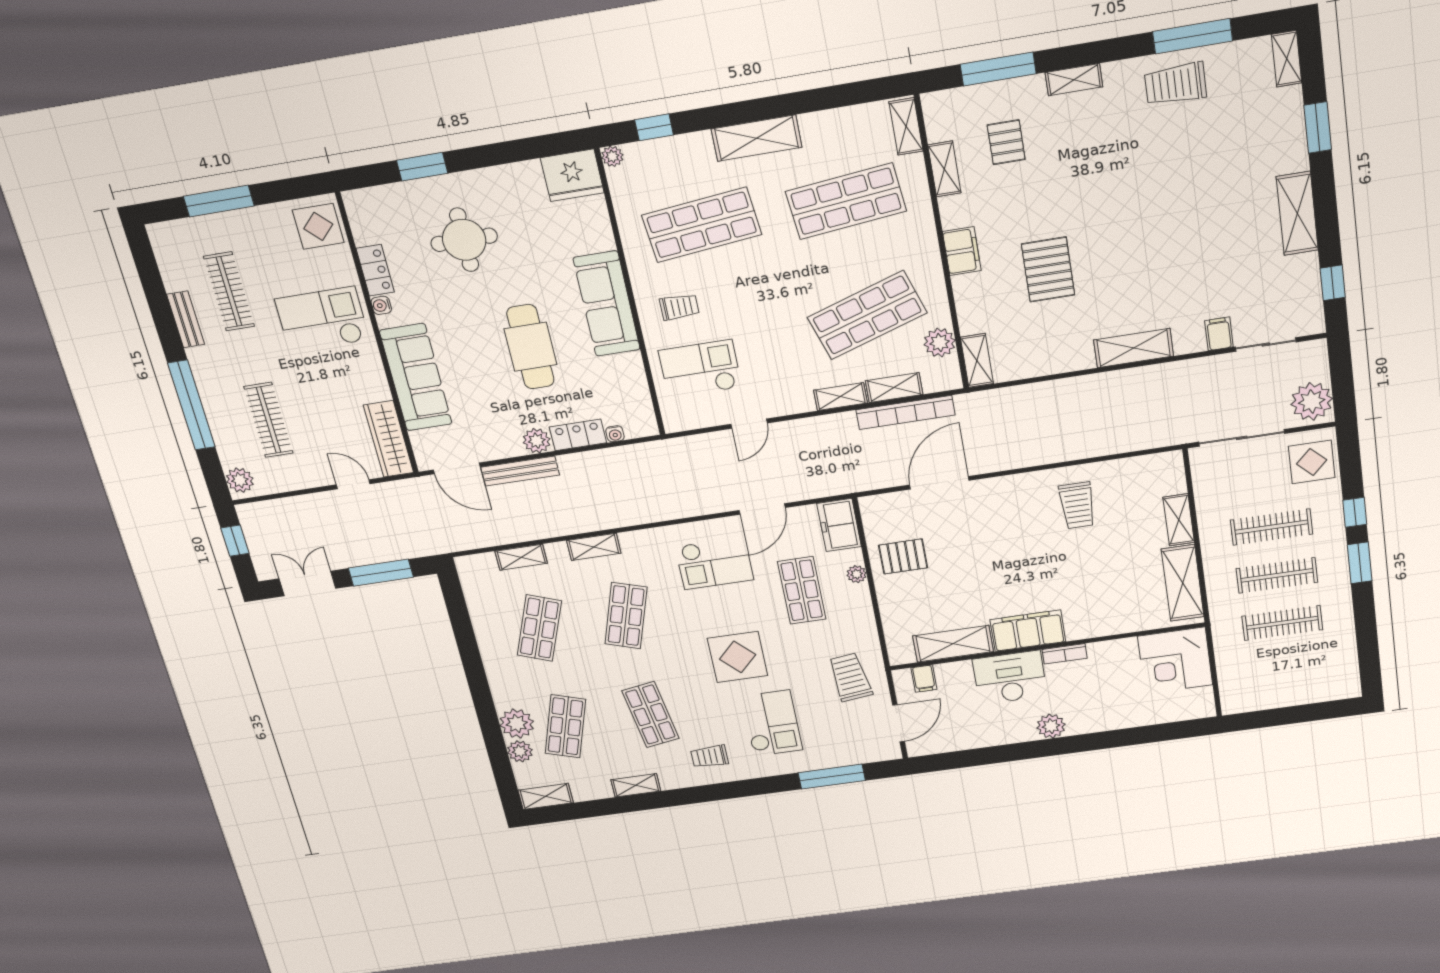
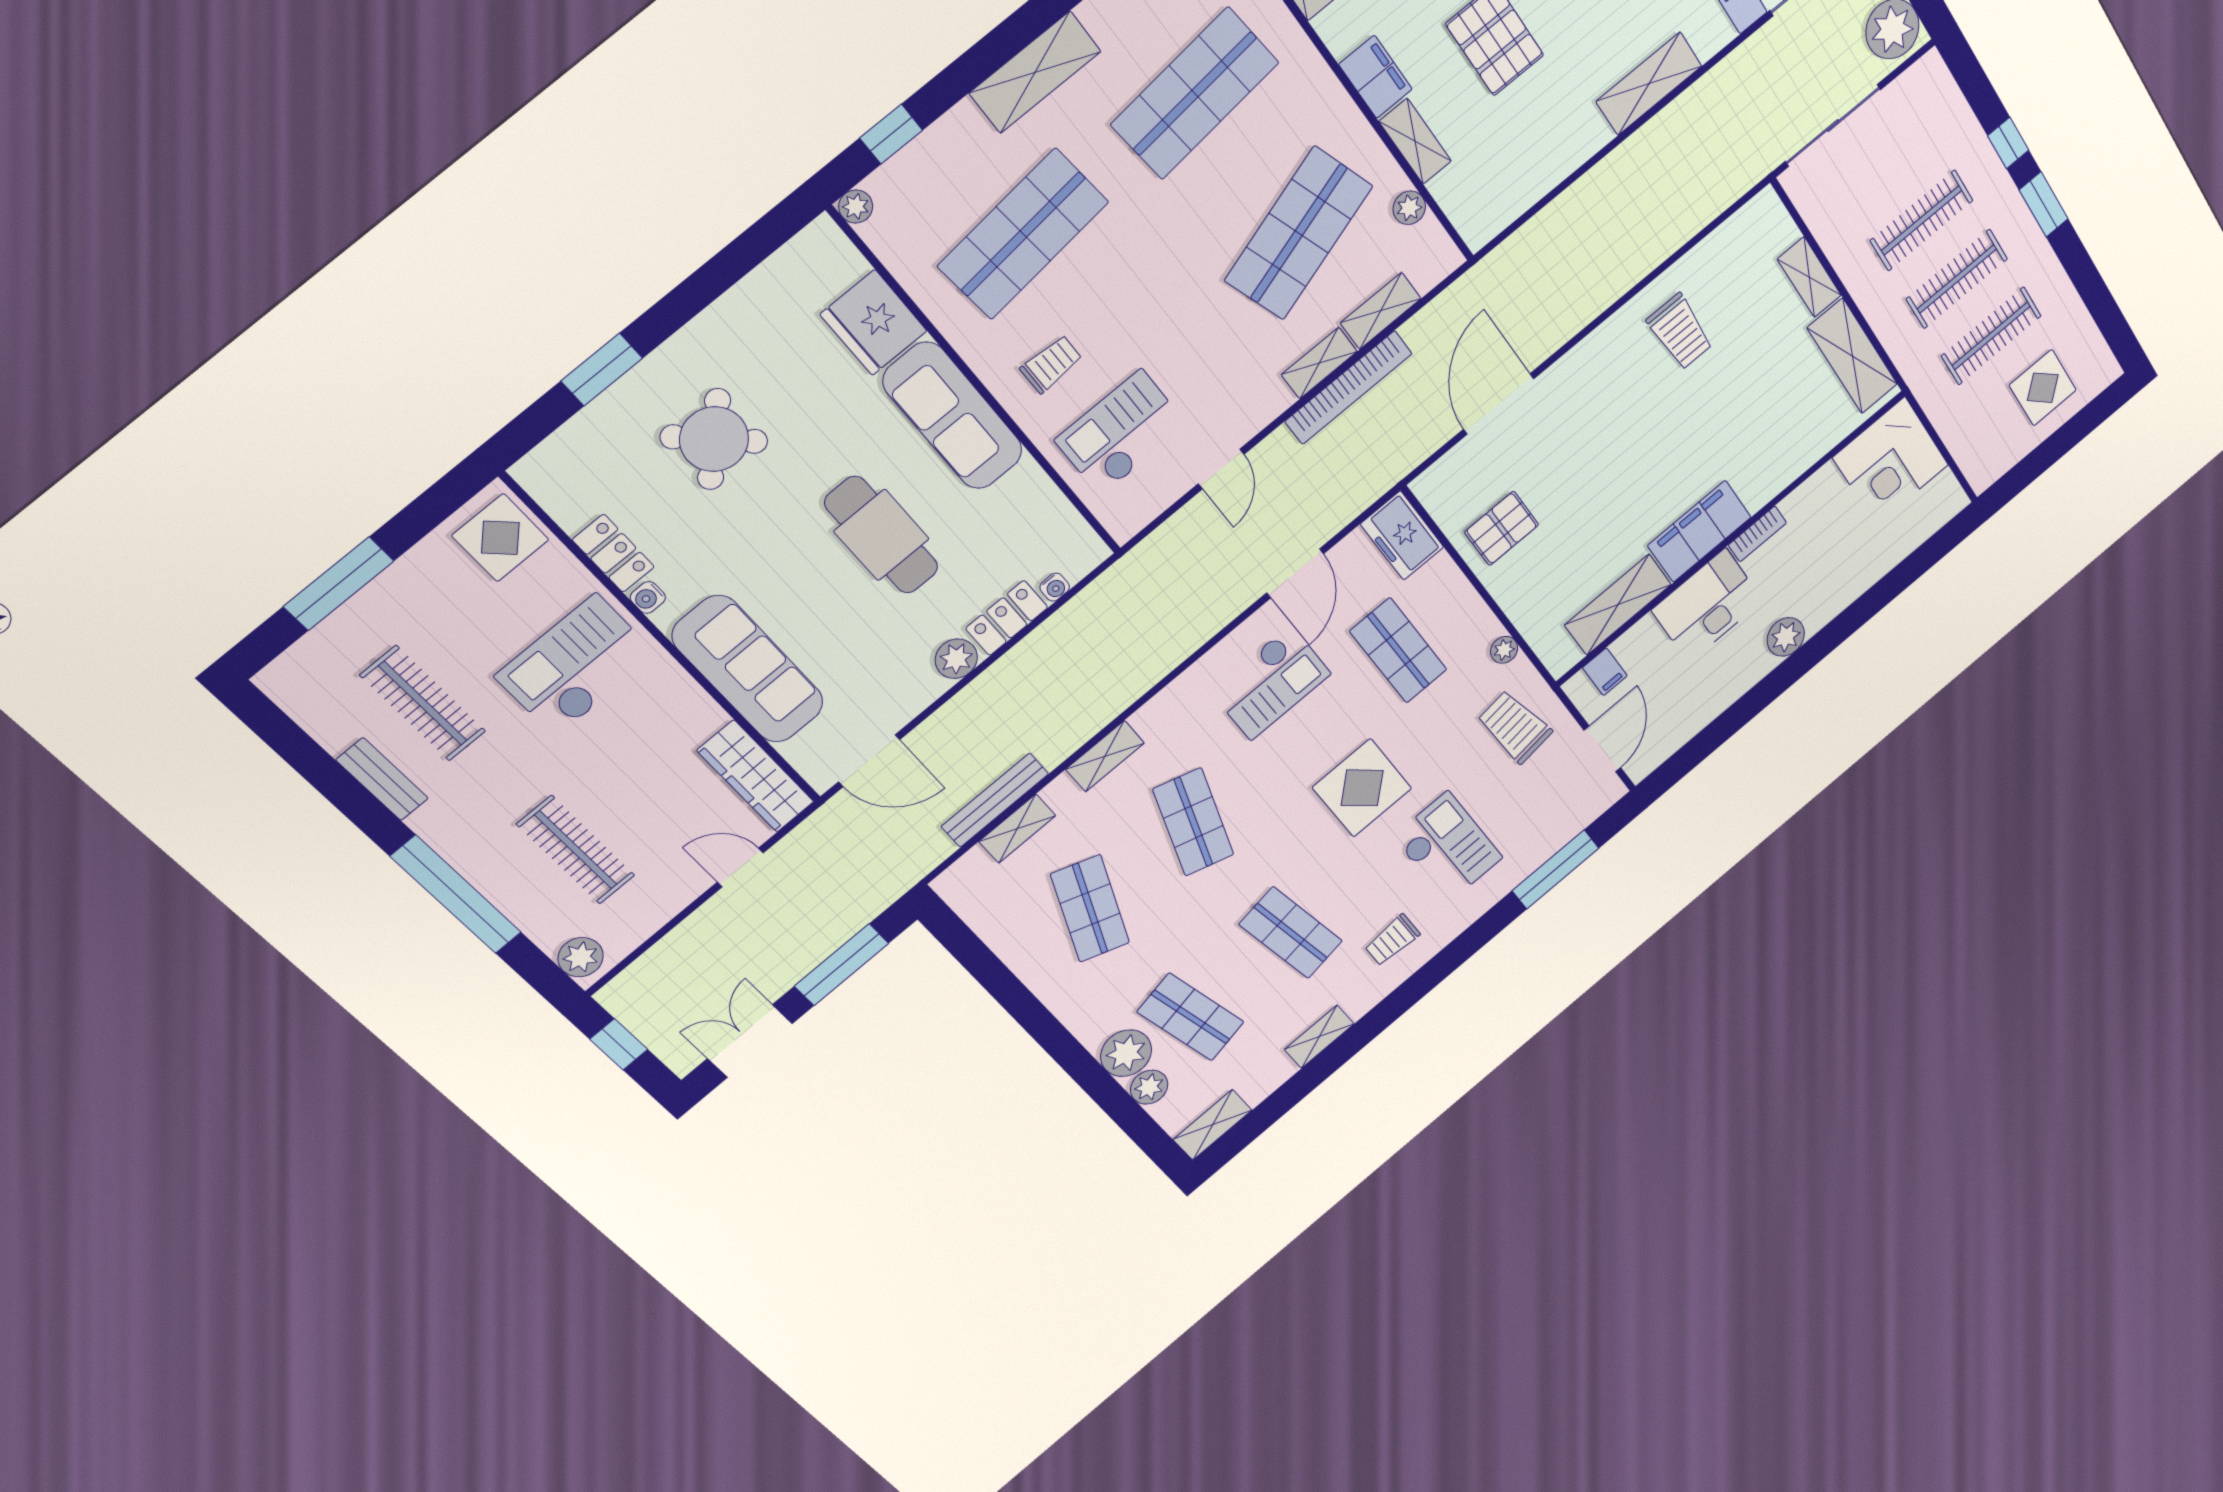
fridge: (572, 175) -> (874, 323), moved, turned 90
round table: (464, 240) -> (714, 439), turned 45
plant: (940, 343) -> (1409, 208), width x0.73, depth x0.73
shelving: (977, 361) -> (1415, 141), moved
bookcase: (906, 412) -> (1349, 387), moved
display table: (1312, 462) -> (2043, 388), moved
bench: (520, 471) -> (995, 800), moved
plant: (857, 574) -> (1504, 650), moved
shop shelf: (565, 726) -> (1191, 1017), turned -30

